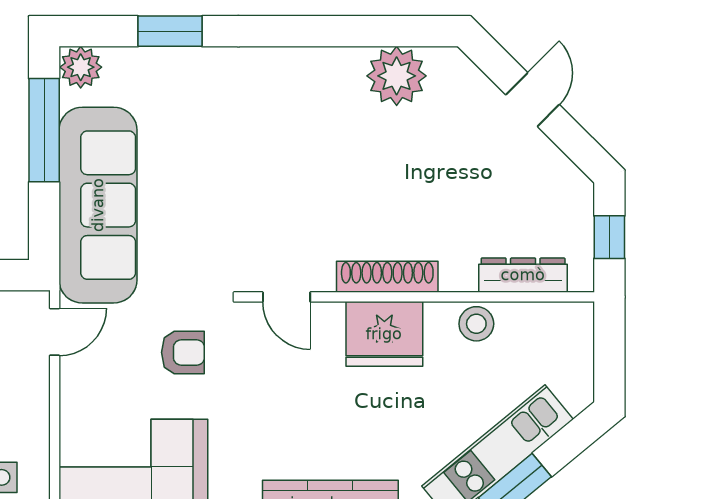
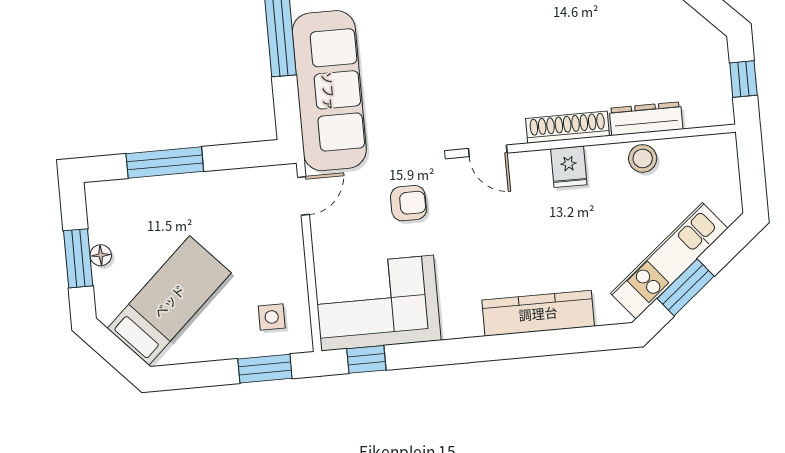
dresser: (523, 275) -> (646, 119), moved
fridge: (384, 334) -> (569, 167), width x0.53, depth x0.75

